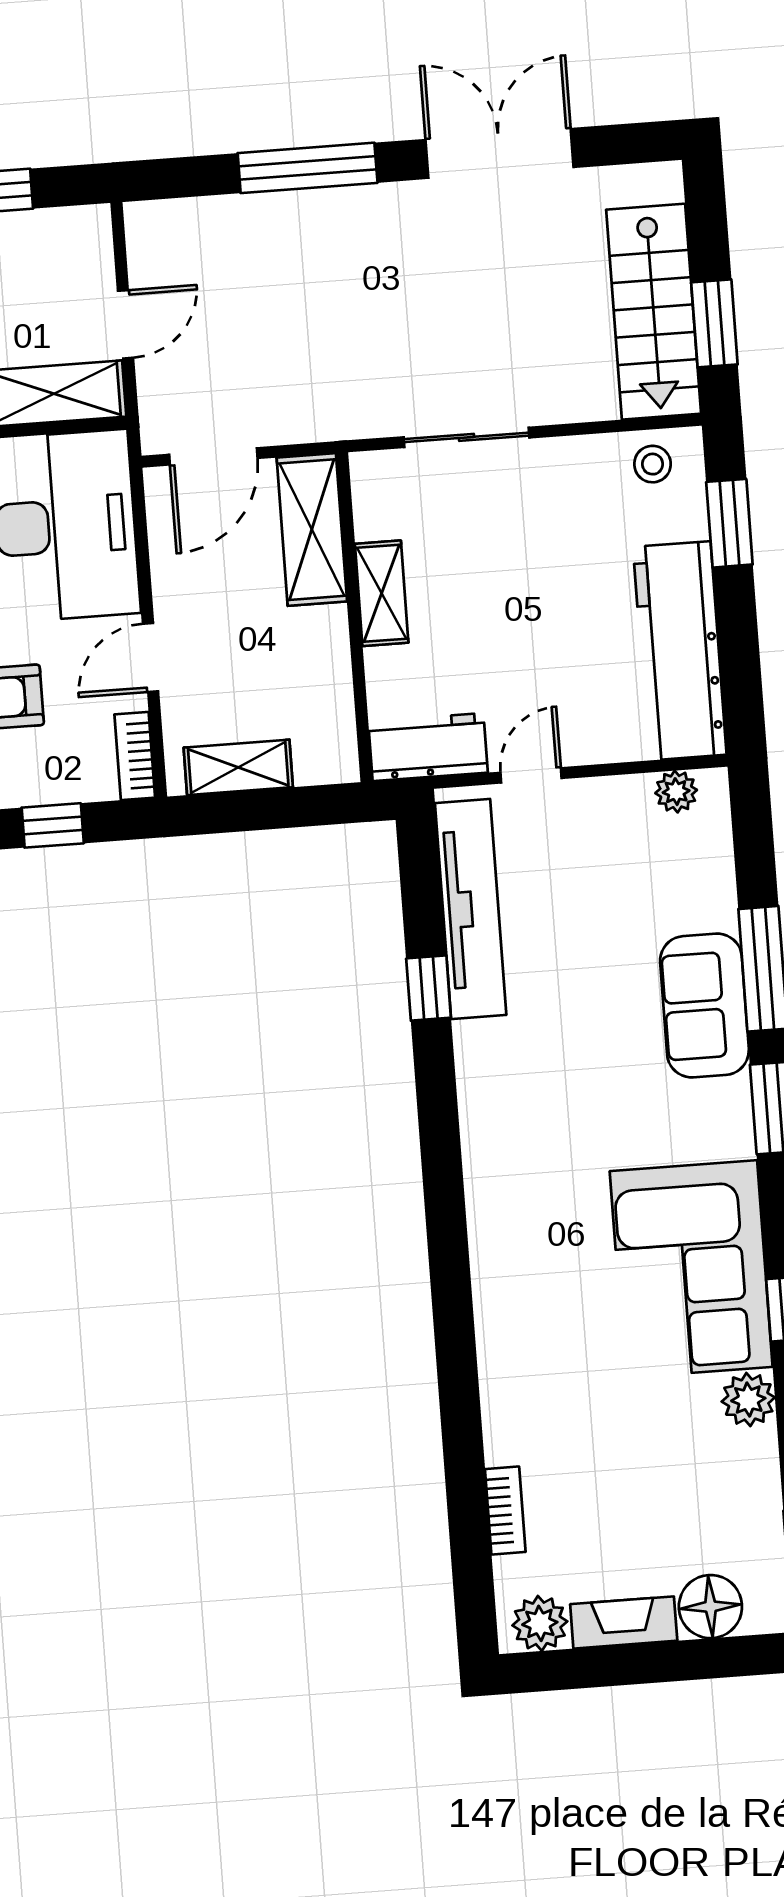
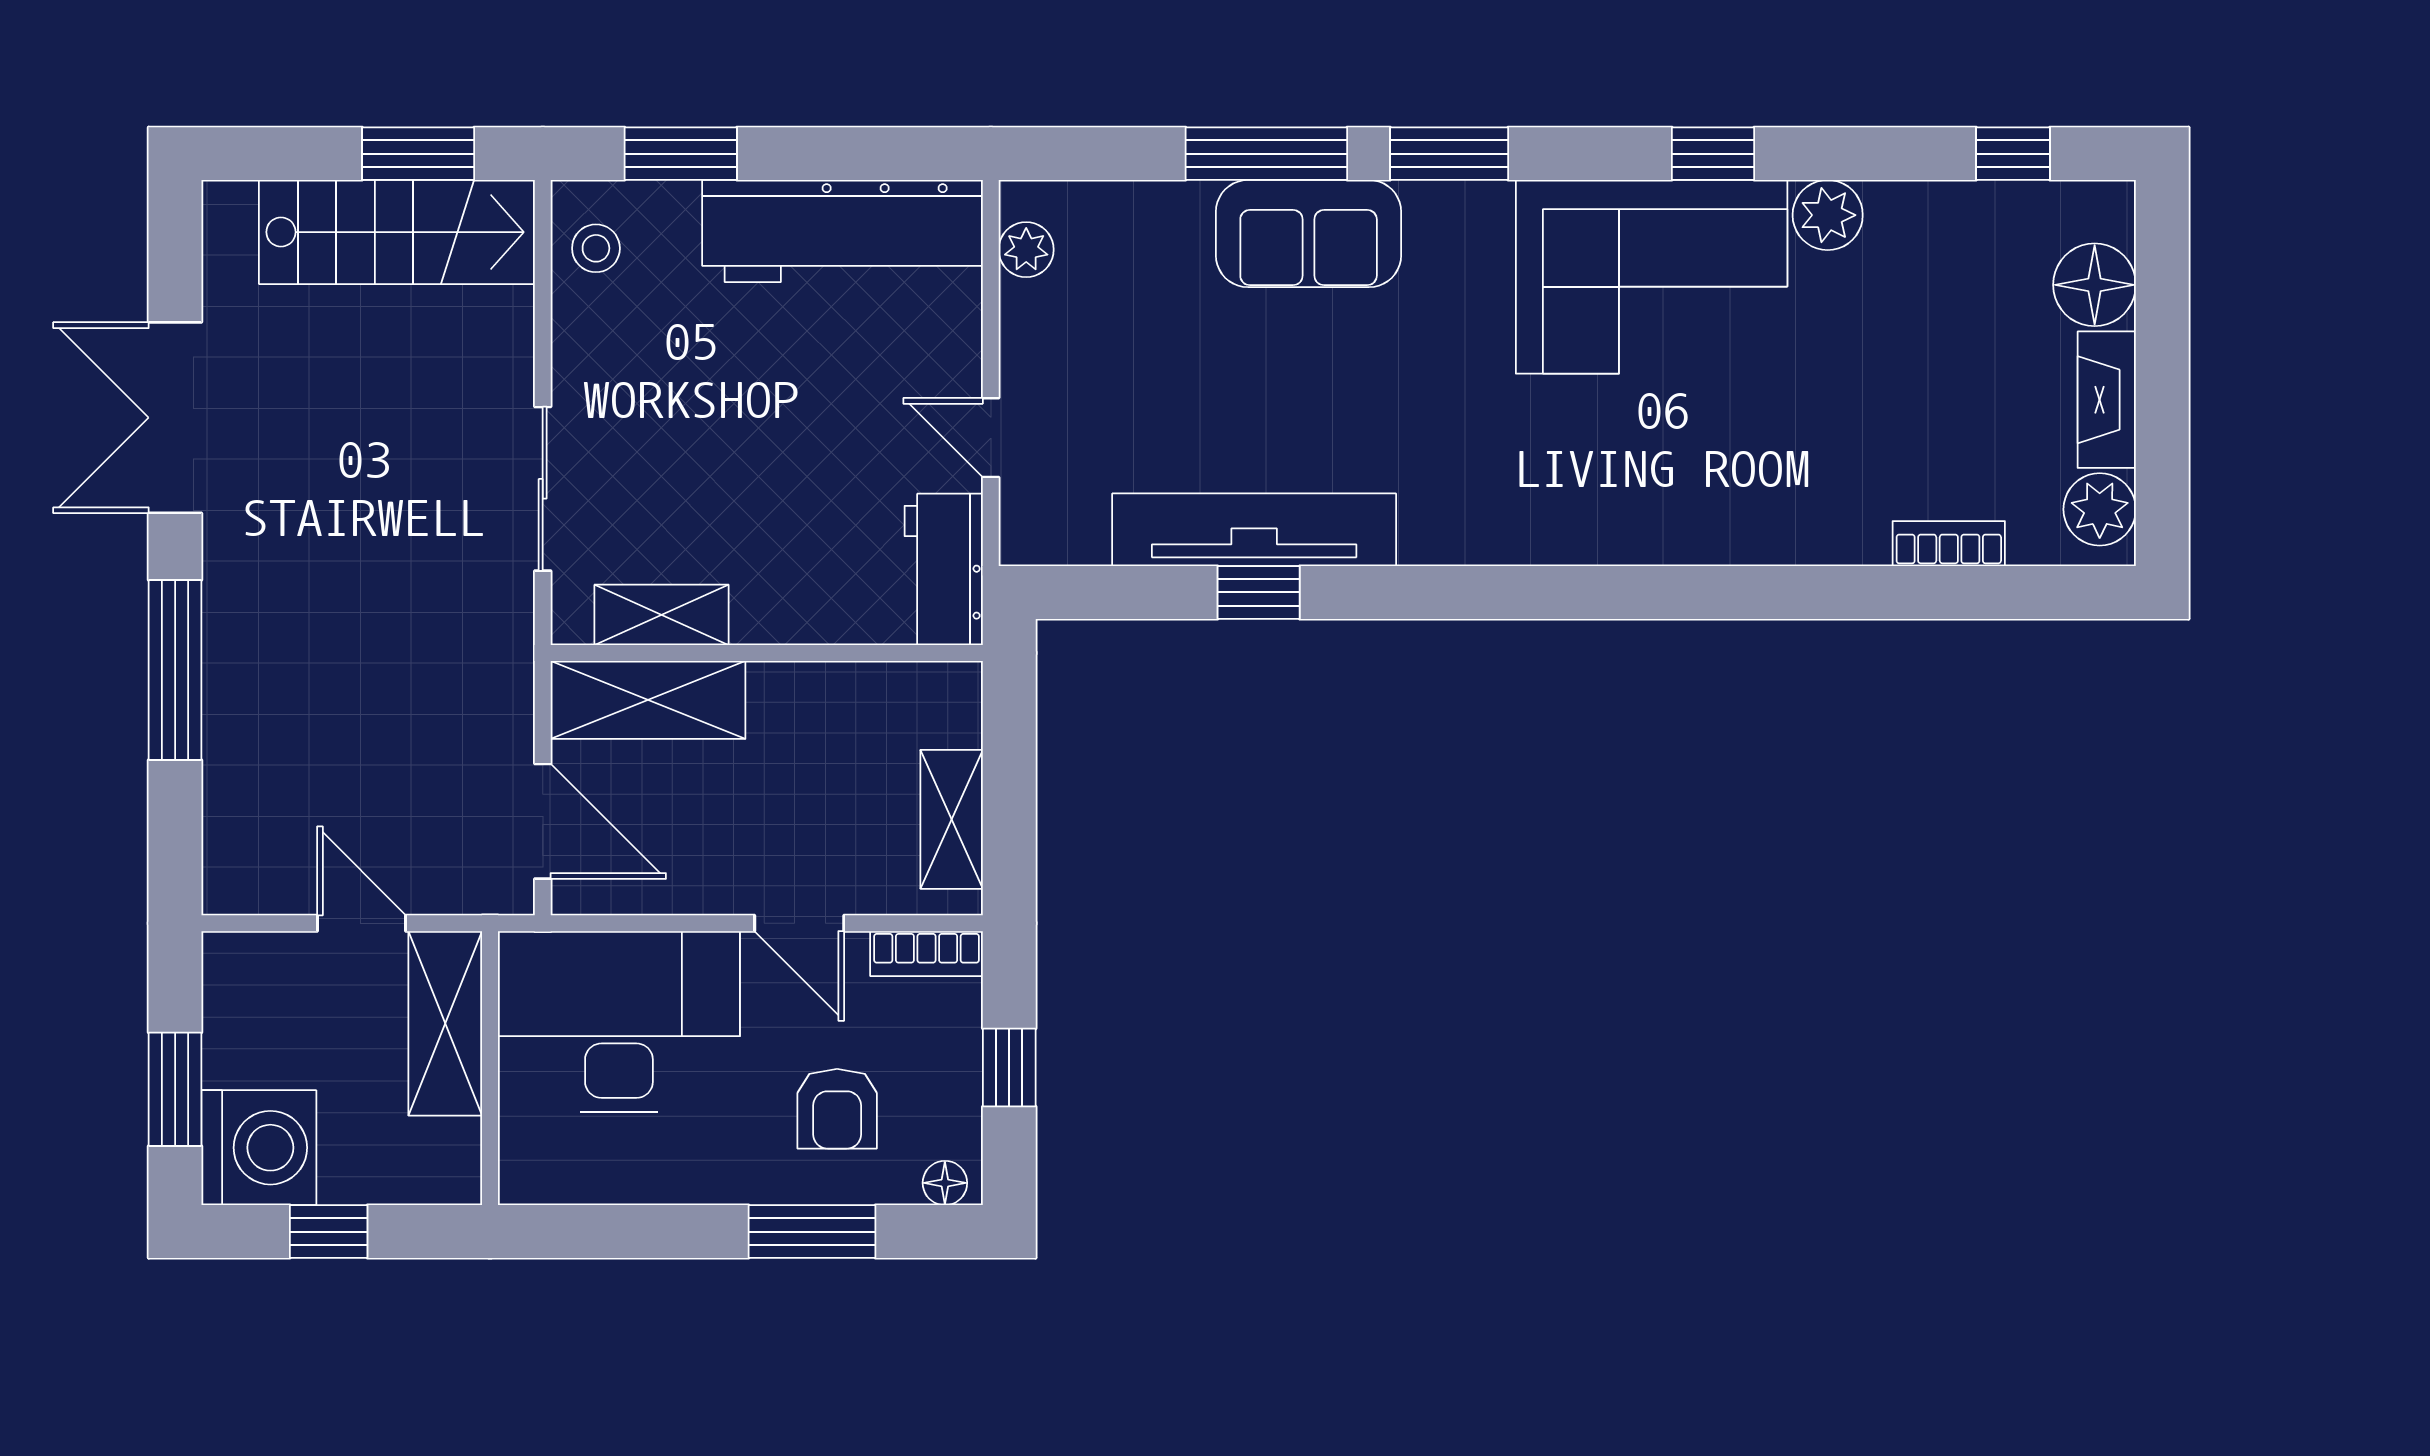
shelving: (382, 593) -> (662, 615), moved
tv unit: (471, 909) -> (1254, 530), moved

